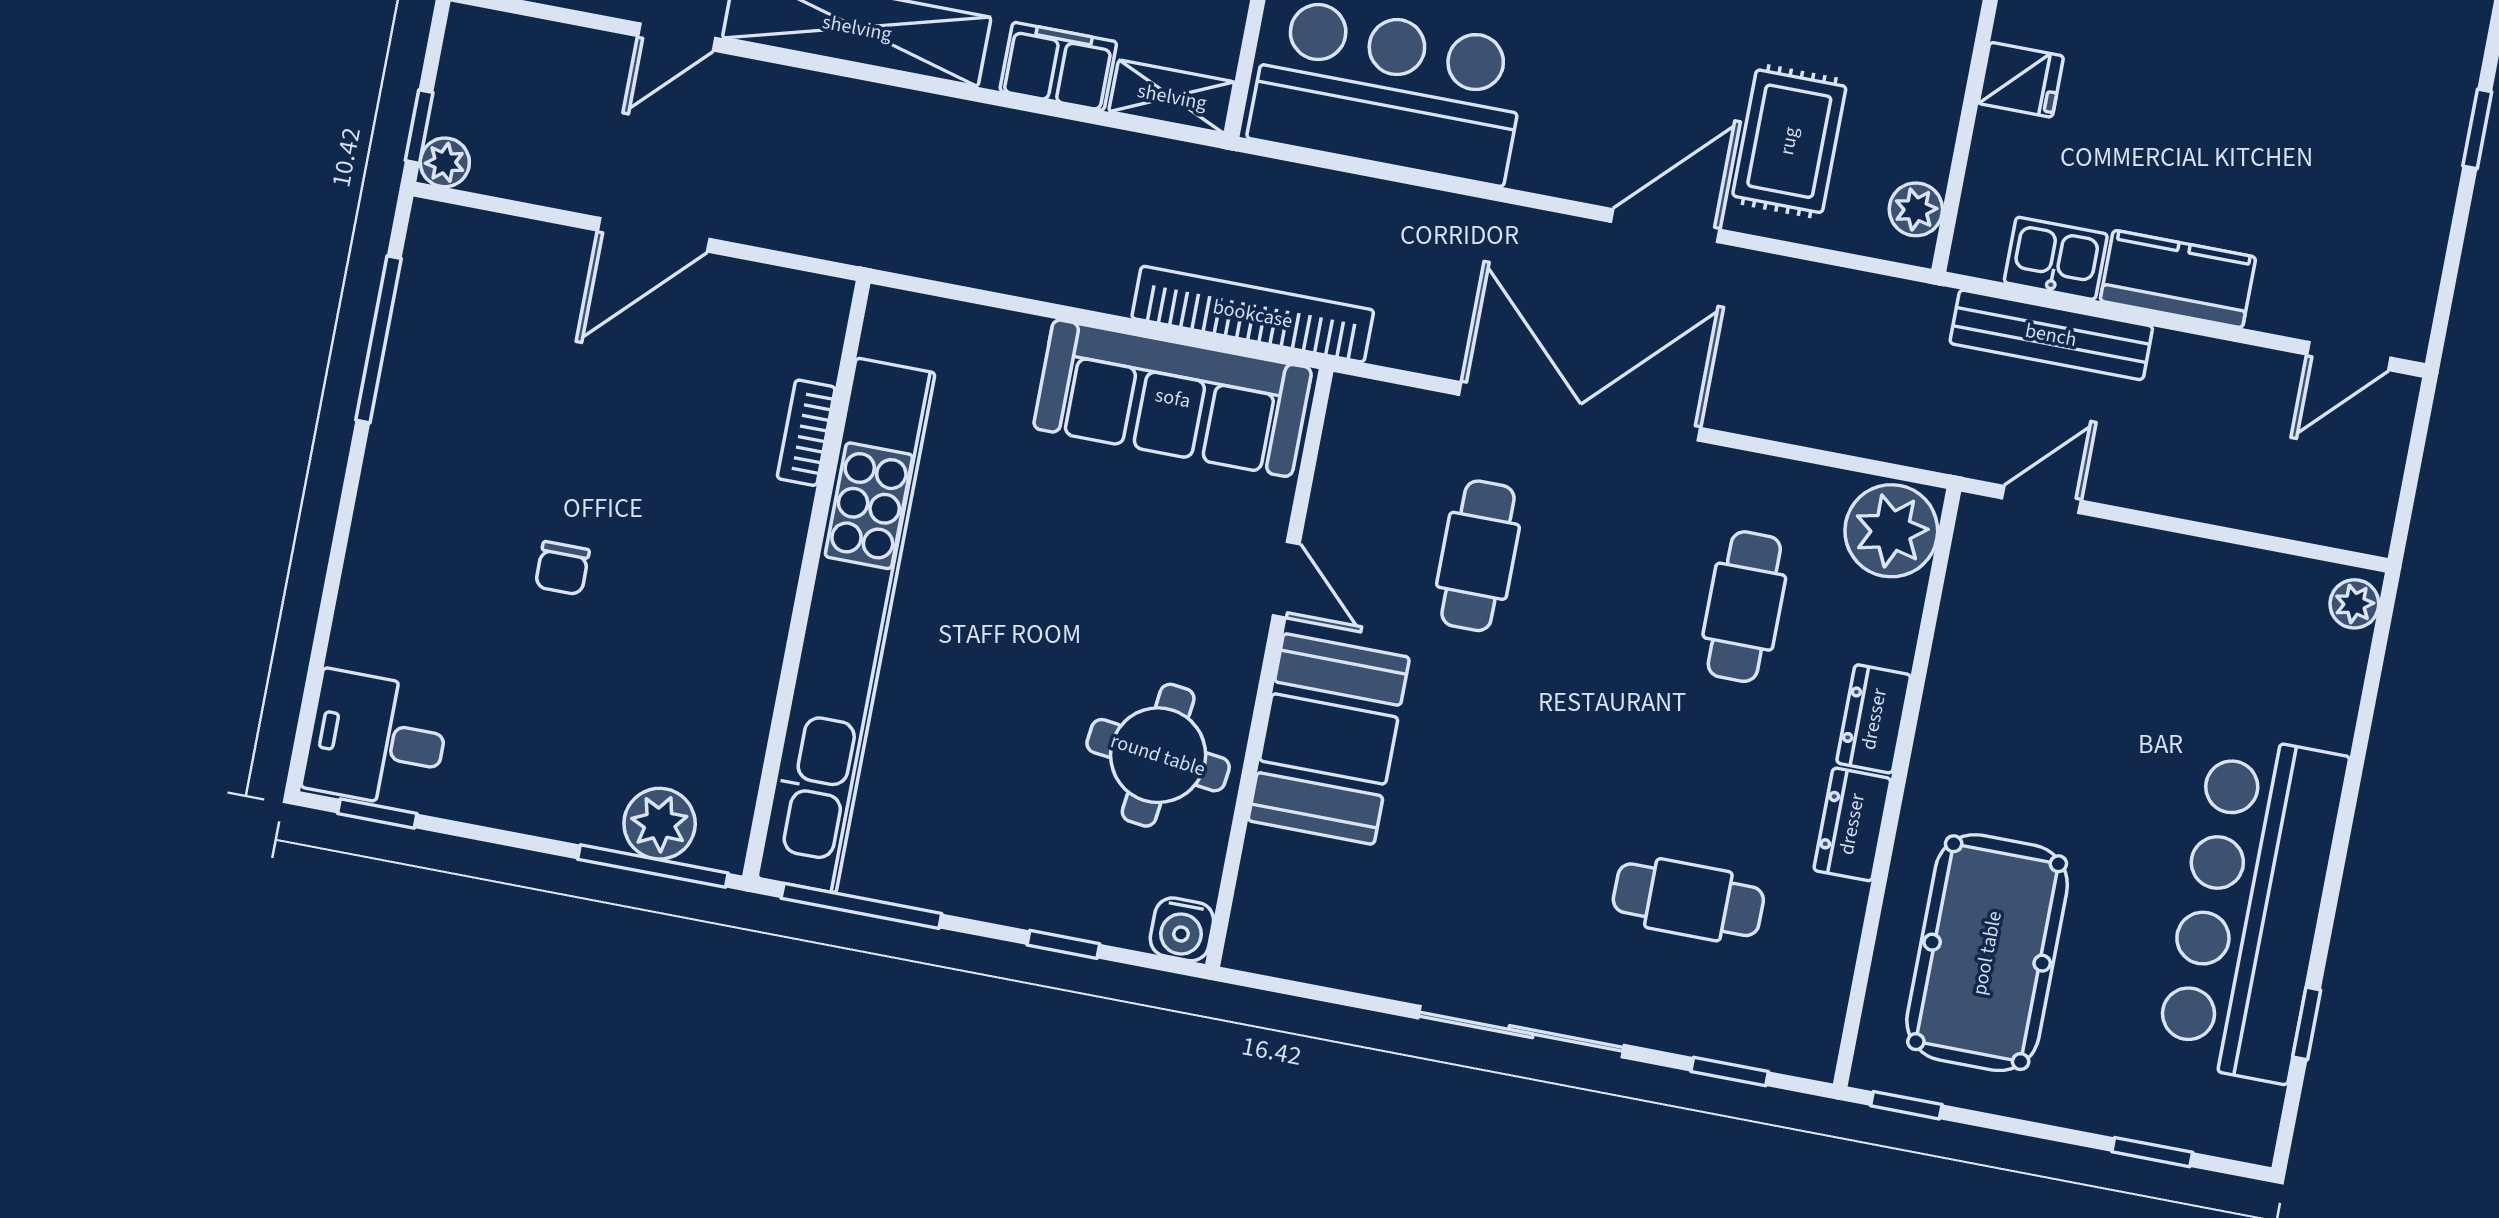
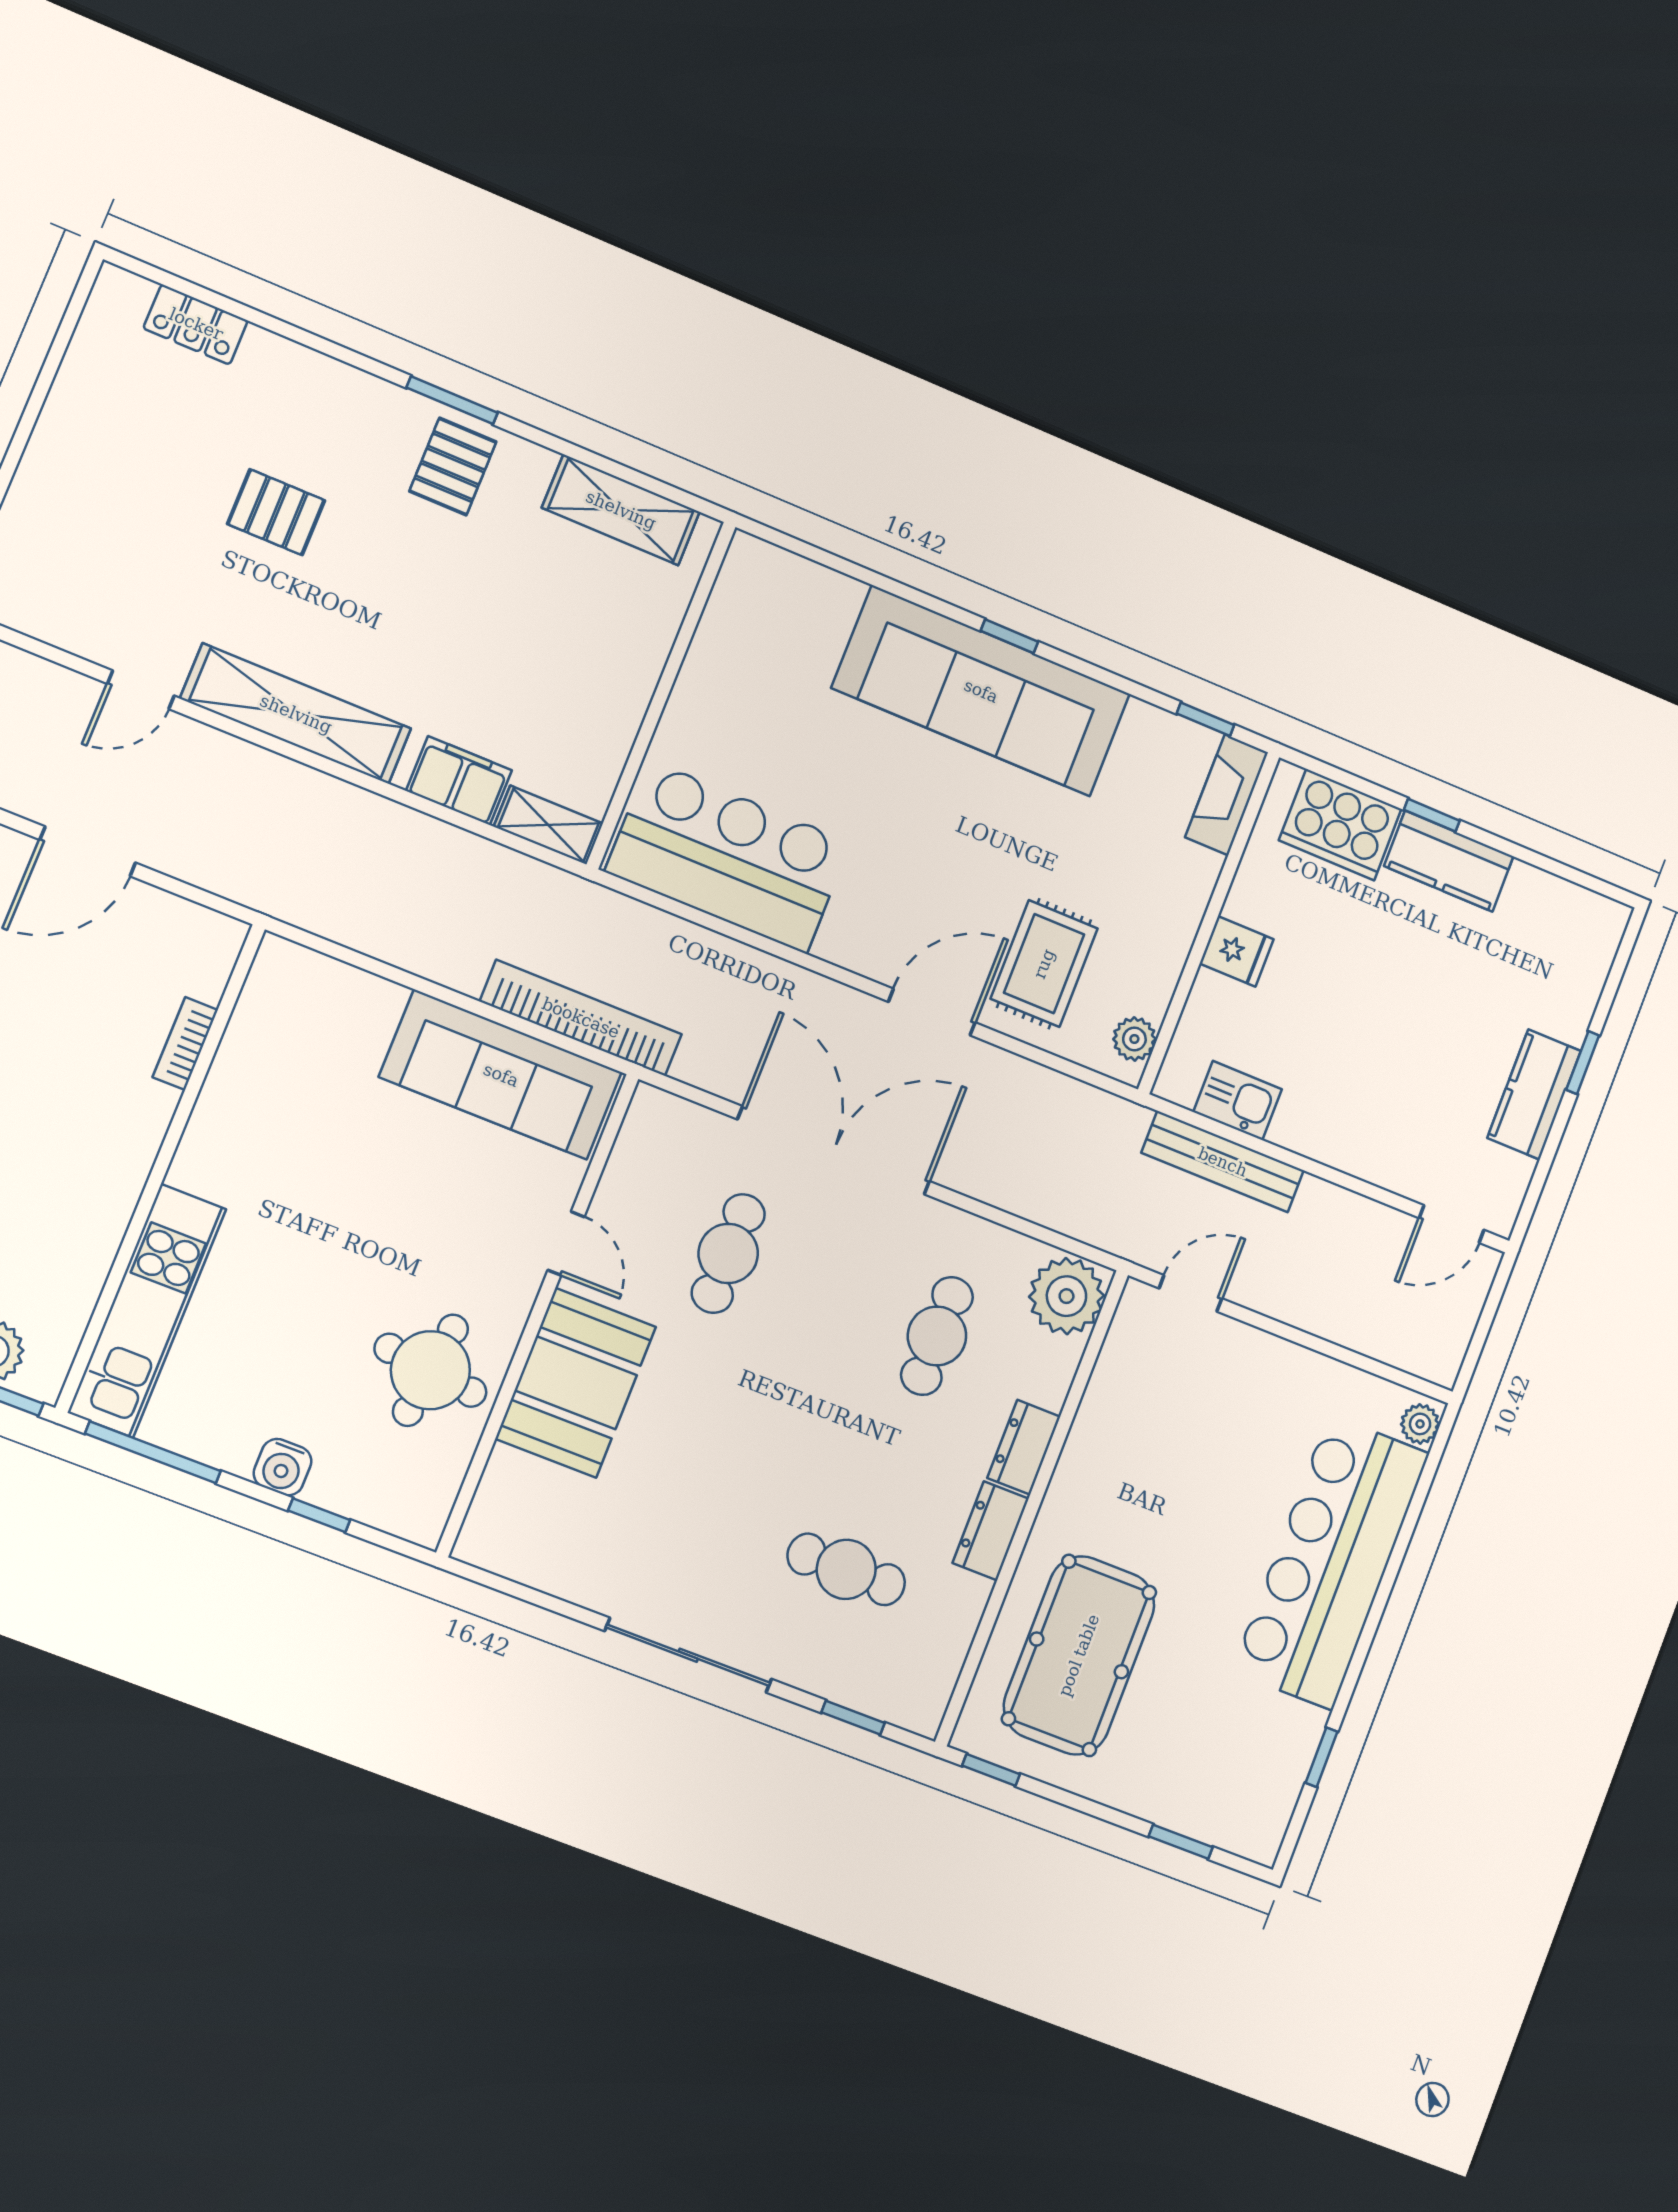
kitchen counter: (2178, 279) -> (1534, 1094), moved, turned -90
kitchen unit: (846, 626) -> (147, 1311), width x0.54
bar counter: (2252, 908) -> (1331, 1562), moved
water cooler: (1182, 929) -> (283, 1467), moved

